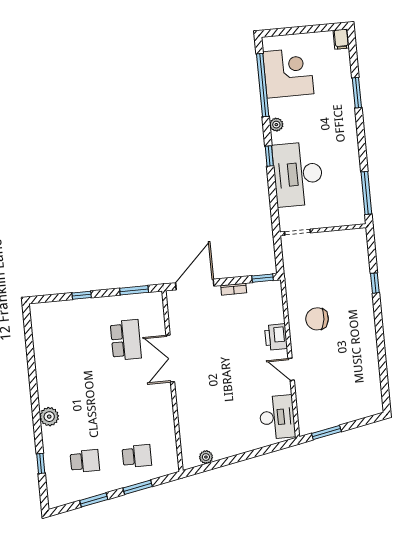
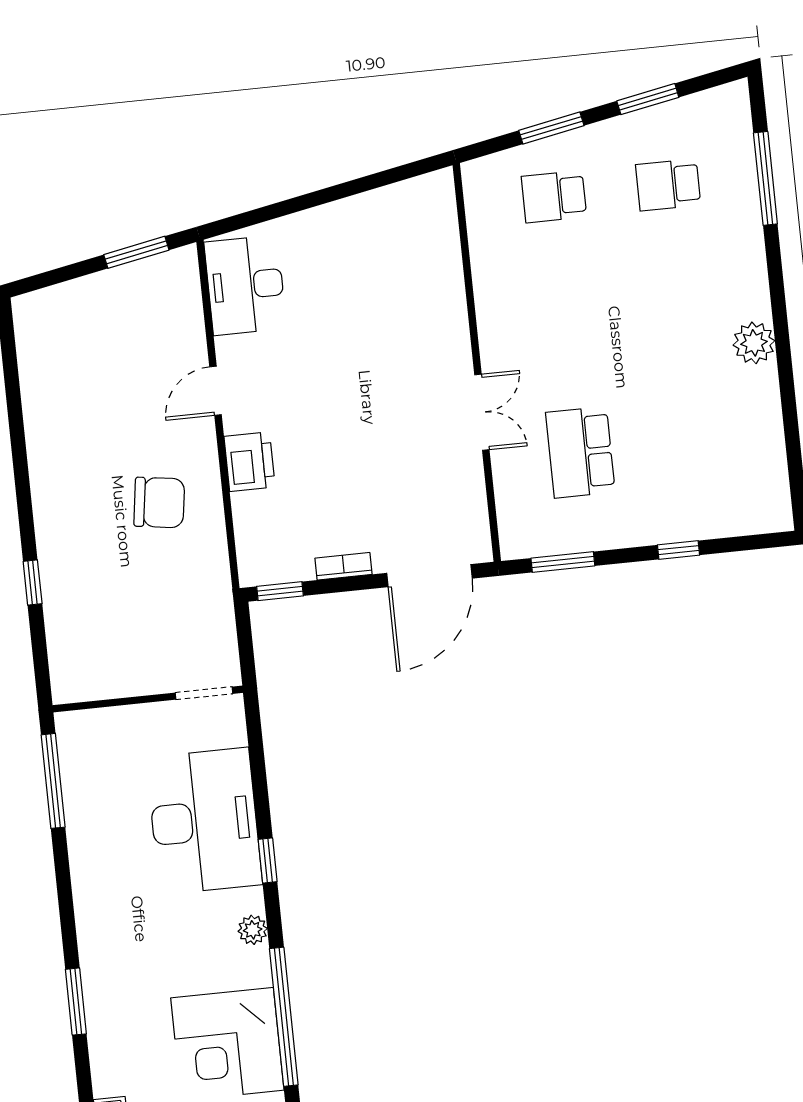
double door: (170, 358) -> (482, 412), width x0.73
door: (291, 369) -> (215, 391), swing flipped
plant: (49, 417) -> (754, 343), moved
plant: (206, 457) -> (401, 196), removed
window: (41, 463) -> (765, 178), width x2.17

